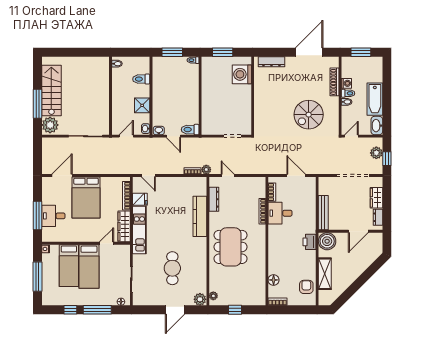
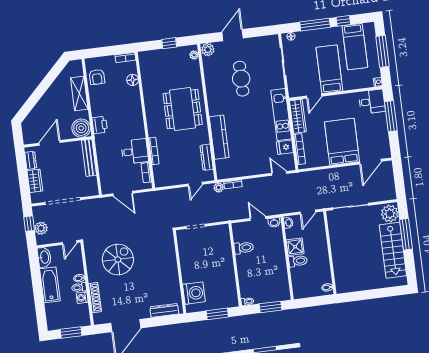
toilet: (141, 79) -> (298, 261), moved
toilet: (190, 130) -> (244, 248), moved
door: (228, 176) -> (195, 184), hinge flipped
desk: (53, 216) -> (372, 102), moved
bed: (69, 266) -> (355, 47), moved, turned 180

